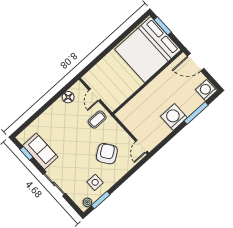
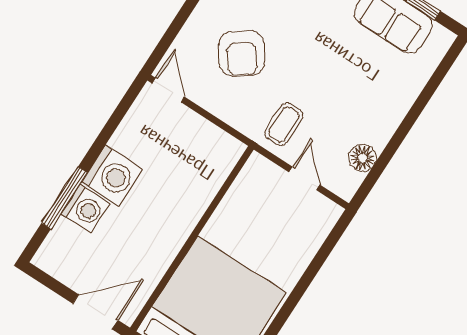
washing machine: (206, 90) -> (85, 209), moved

